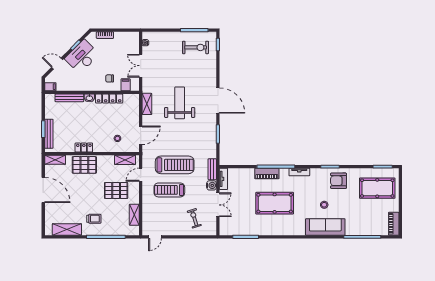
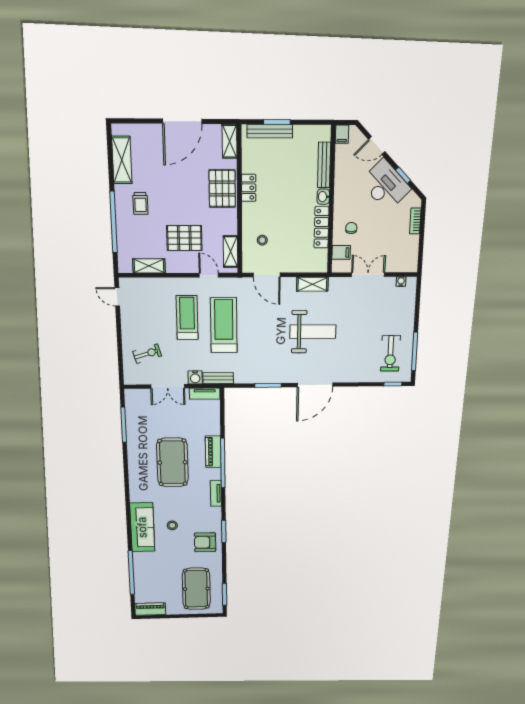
door: (57, 64) -> (377, 146), swing flipped
treadmill: (175, 165) -> (224, 325), turned 180
armchair: (339, 181) -> (205, 542), turned -90
pallet: (116, 190) -> (184, 238), turned 90

